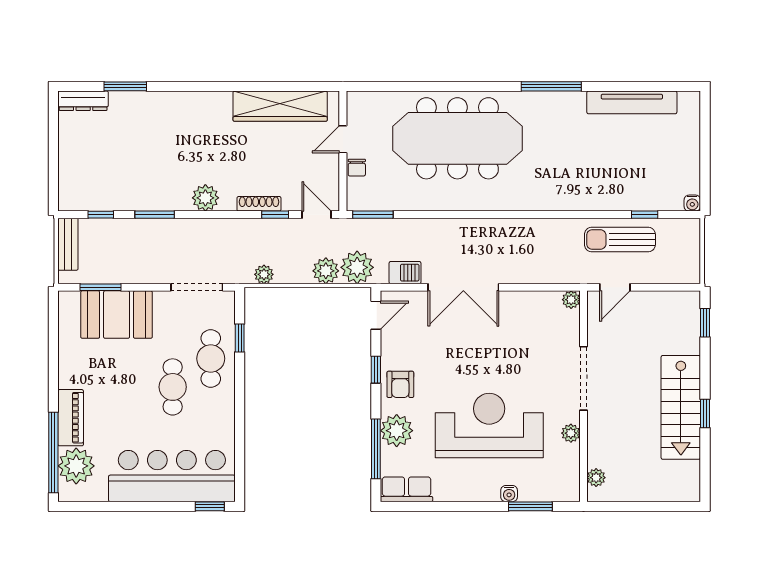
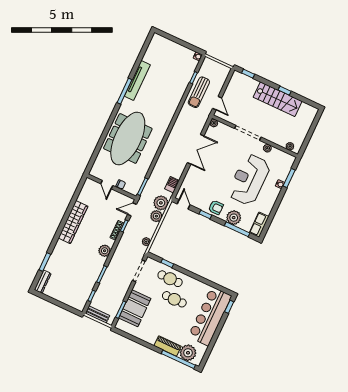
tv unit: (632, 102) -> (137, 80), moved
wardrobe: (280, 106) -> (73, 222), moved
double door: (463, 287) -> (196, 149), moved

